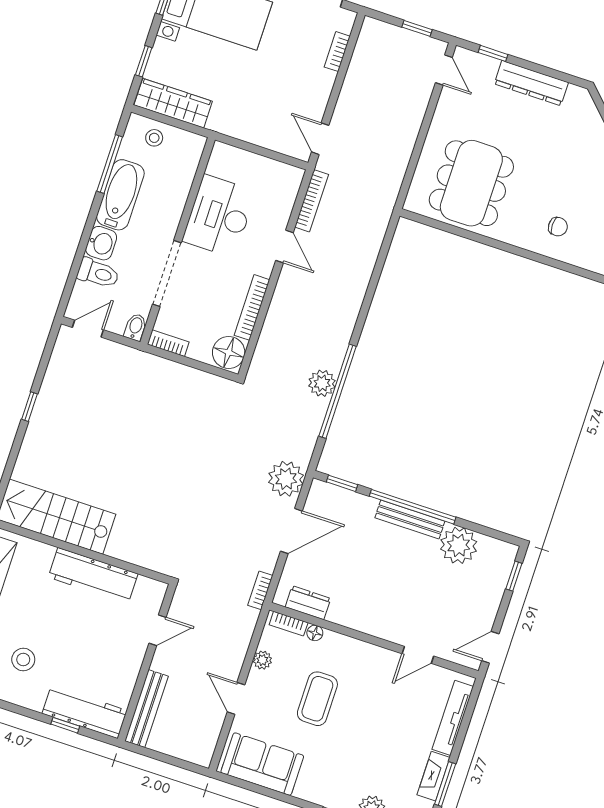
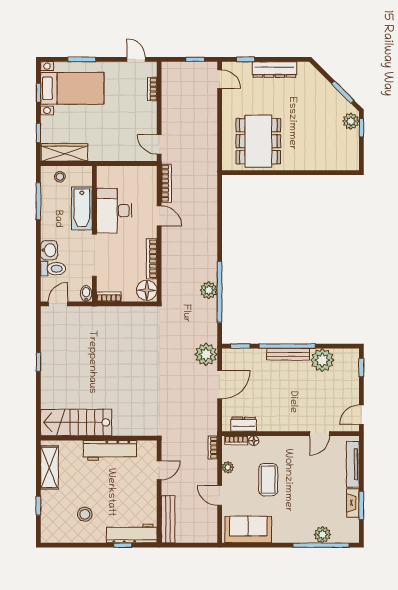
bathtub: (120, 195) -> (82, 208), moved, turned 180
chair: (558, 227) -> (319, 150), removed
bookcase: (260, 590) -> (213, 448), moved

